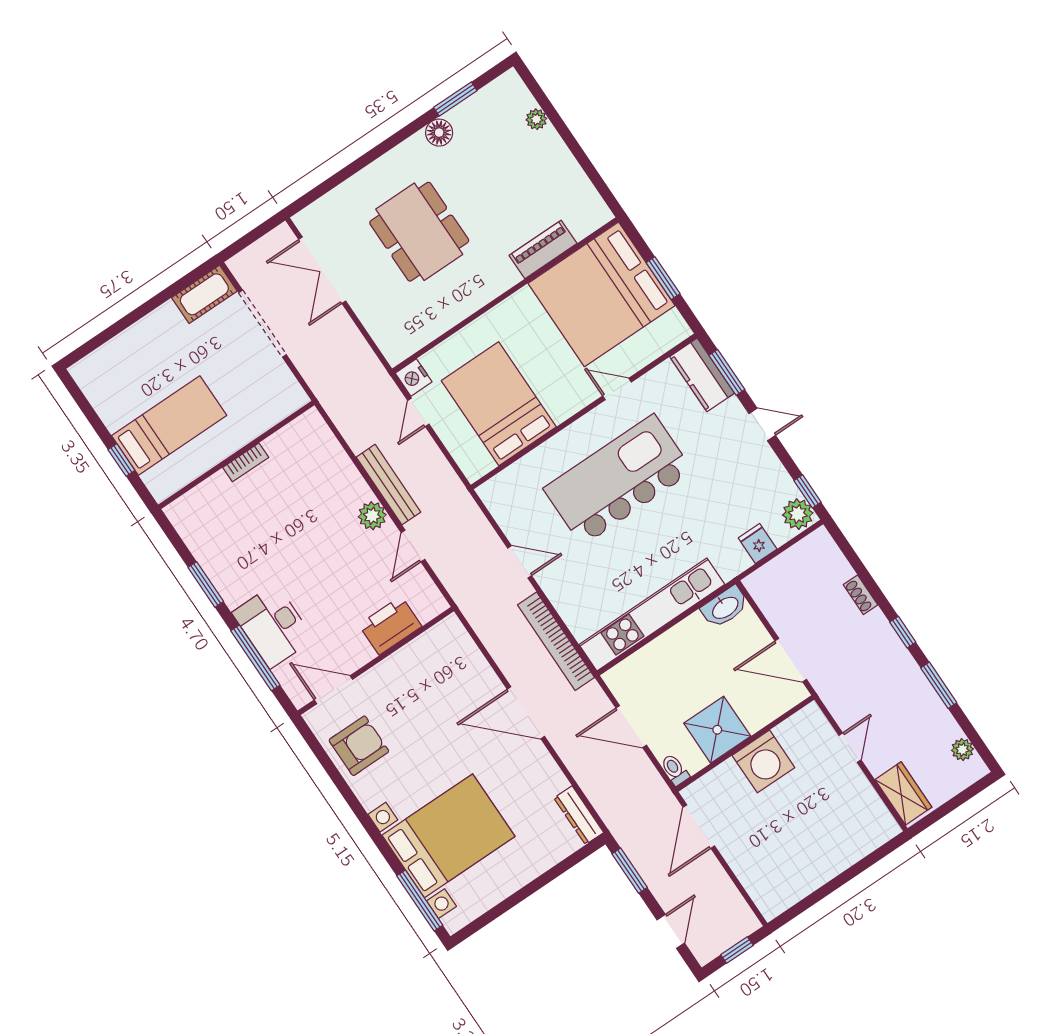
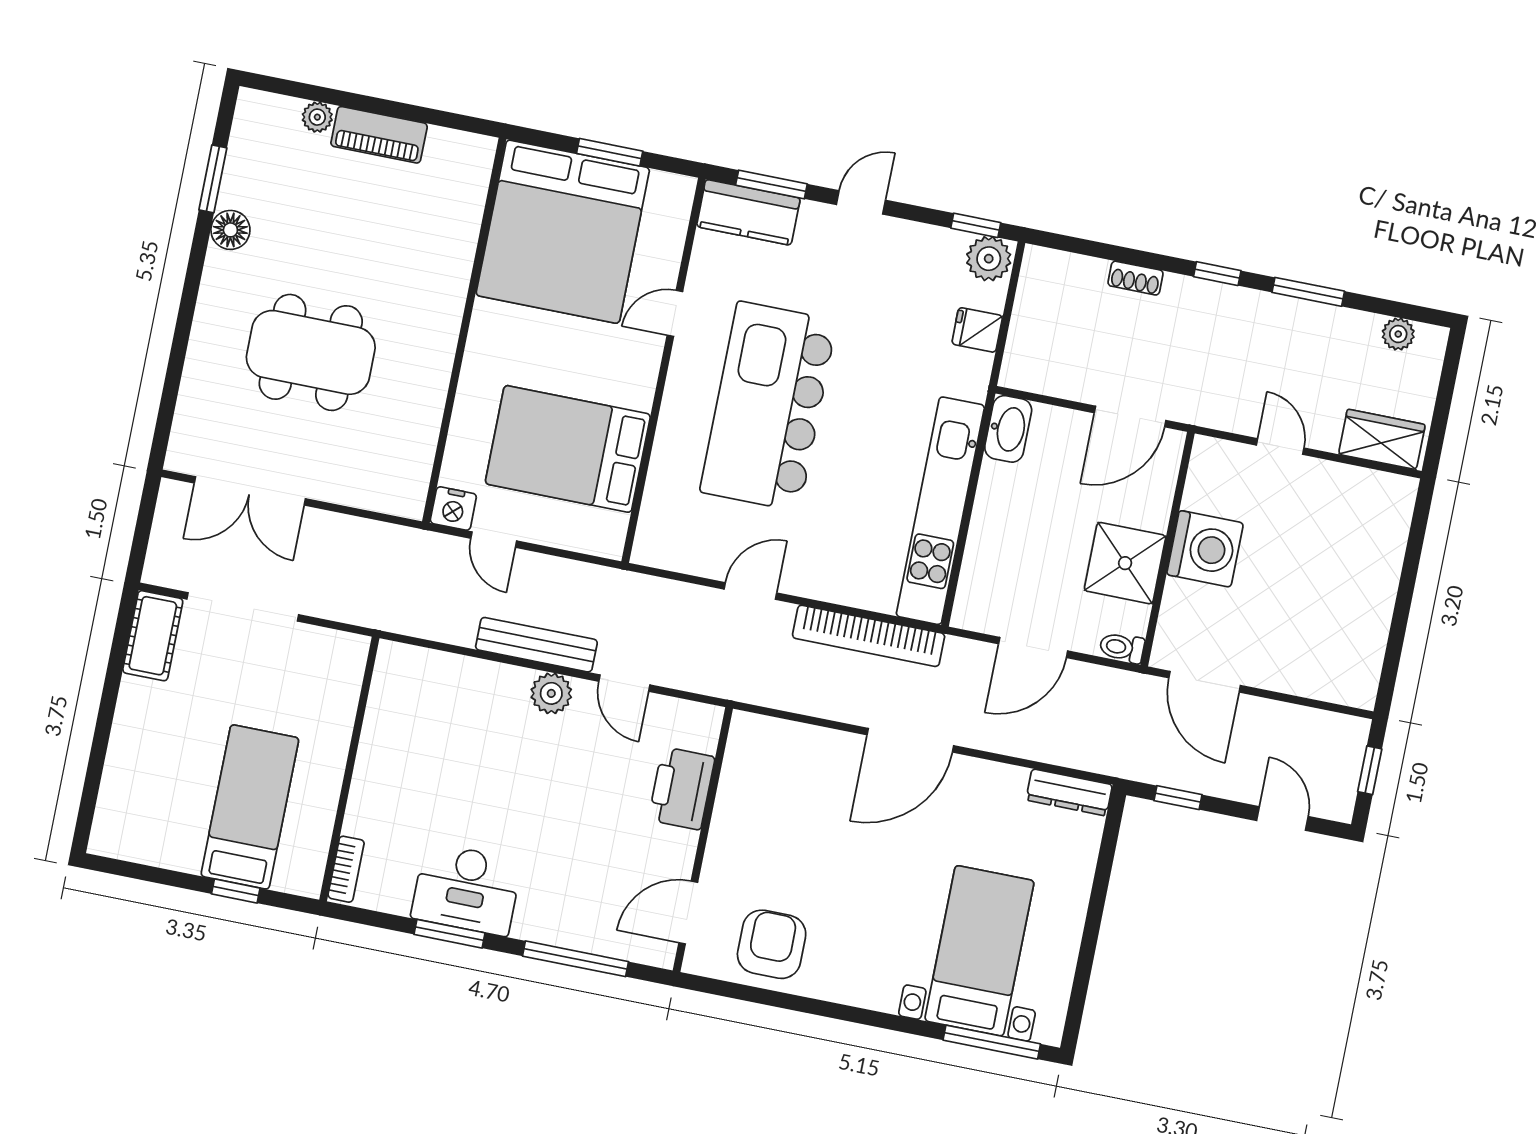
piano: (543, 249) -> (379, 135), moved, turned -90
bookcase: (246, 462) -> (346, 869), moved
desk: (273, 626) -> (466, 889), moved
bed with nightstands: (448, 836) -> (979, 951), width x0.73
window: (630, 871) -> (1178, 798), width x0.67

